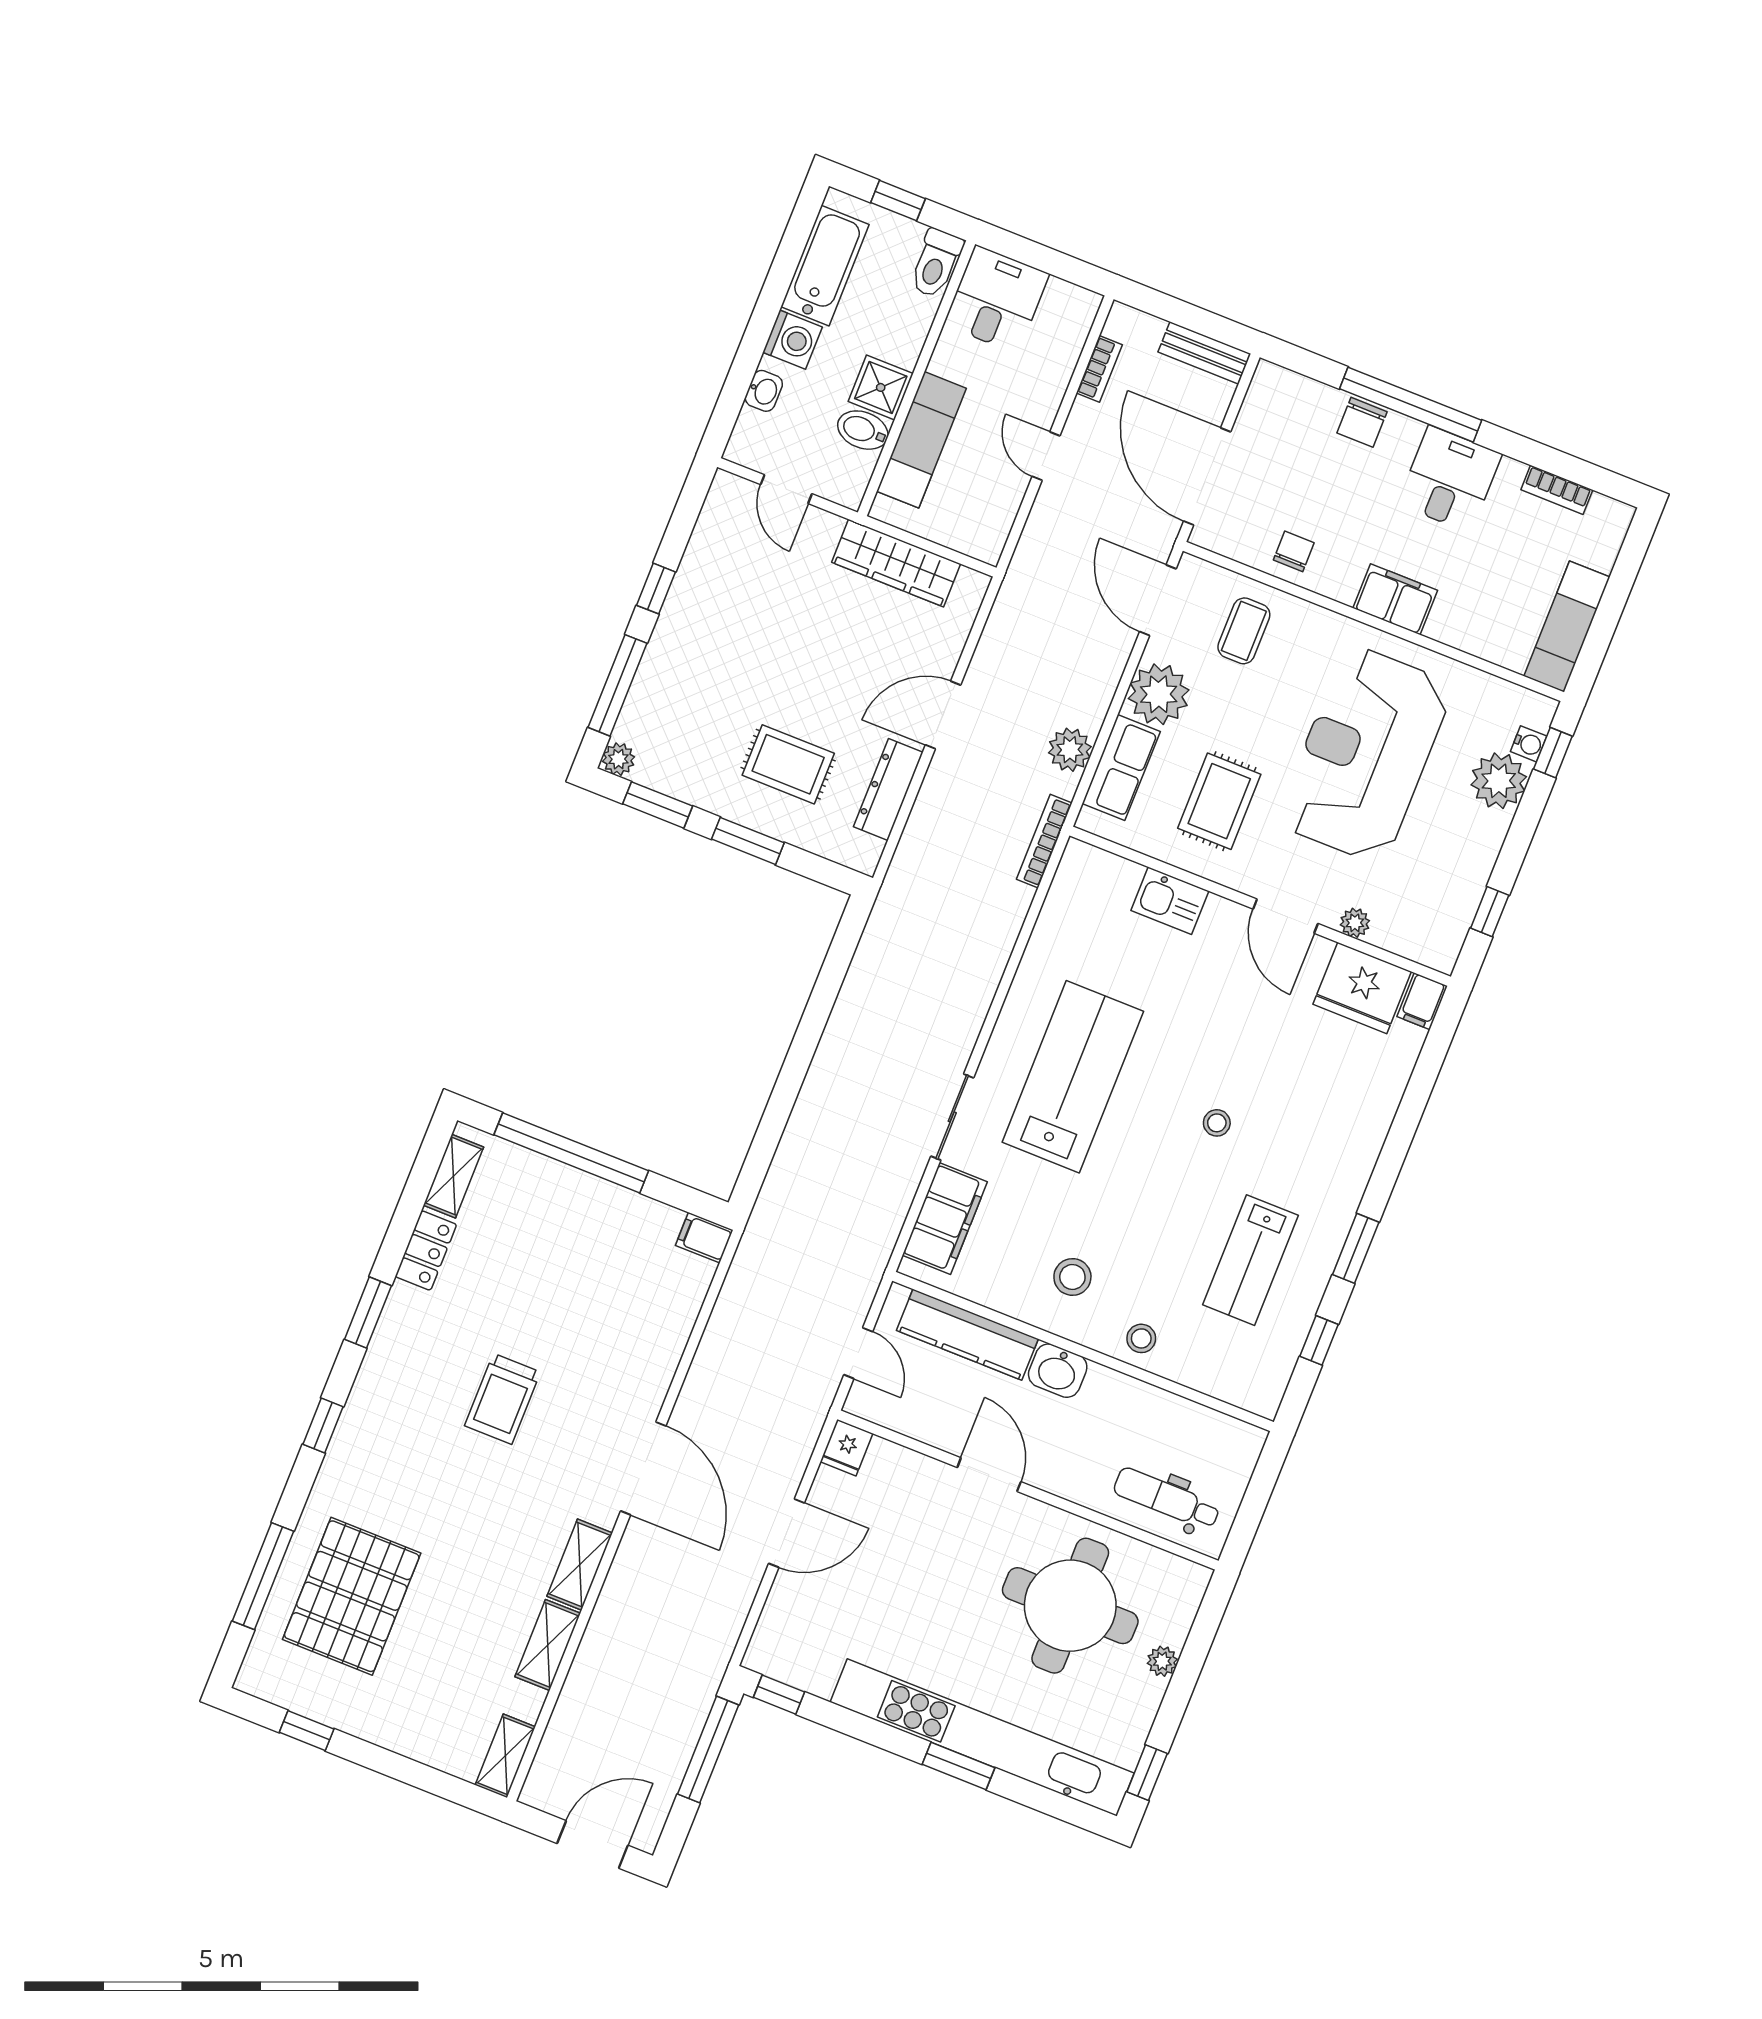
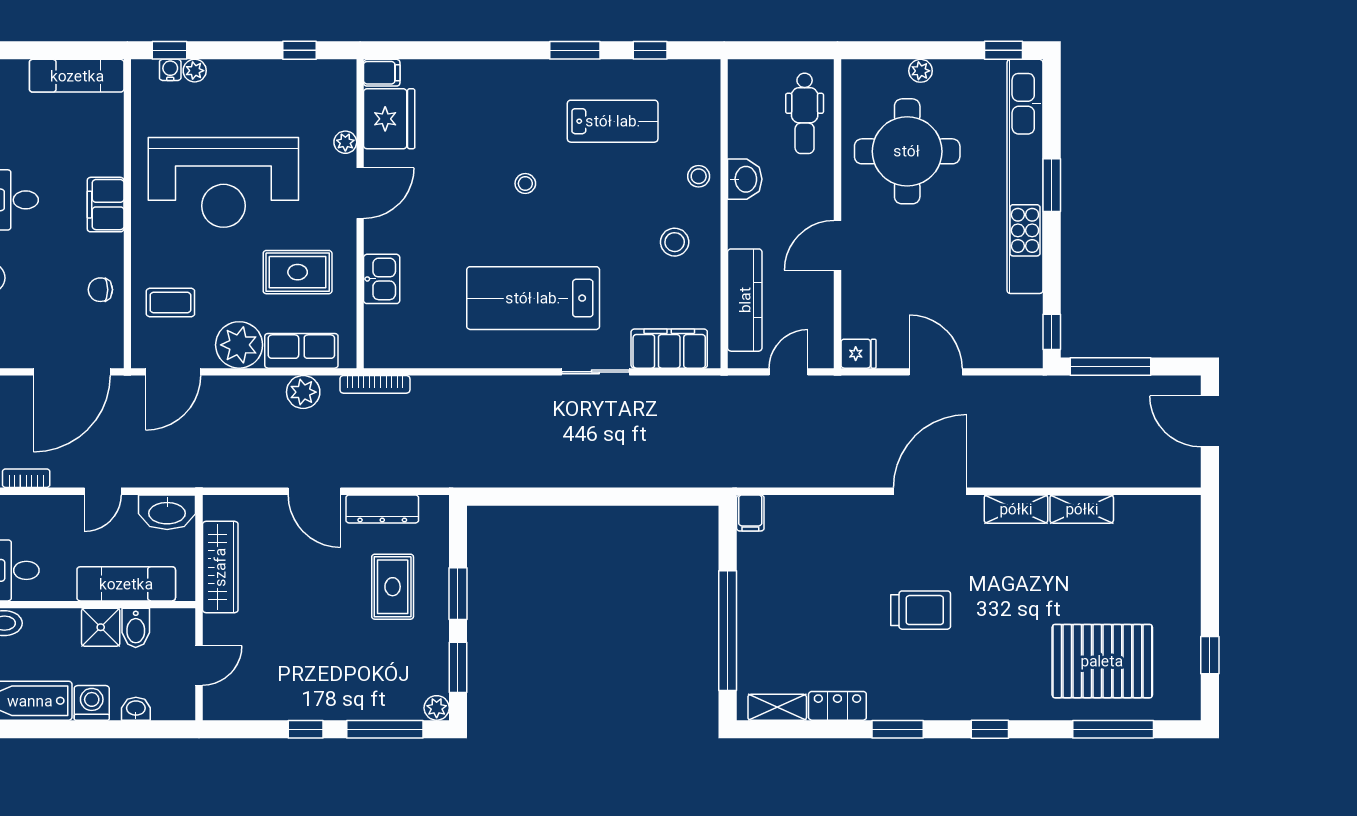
washbasin: (989, 525) -> (167, 512), added
plant: (1499, 781) -> (195, 71), width x0.53, depth x0.53
washbasin: (1058, 1371) -> (745, 179), moved
shelving: (505, 1756) -> (1172, 508), removed

